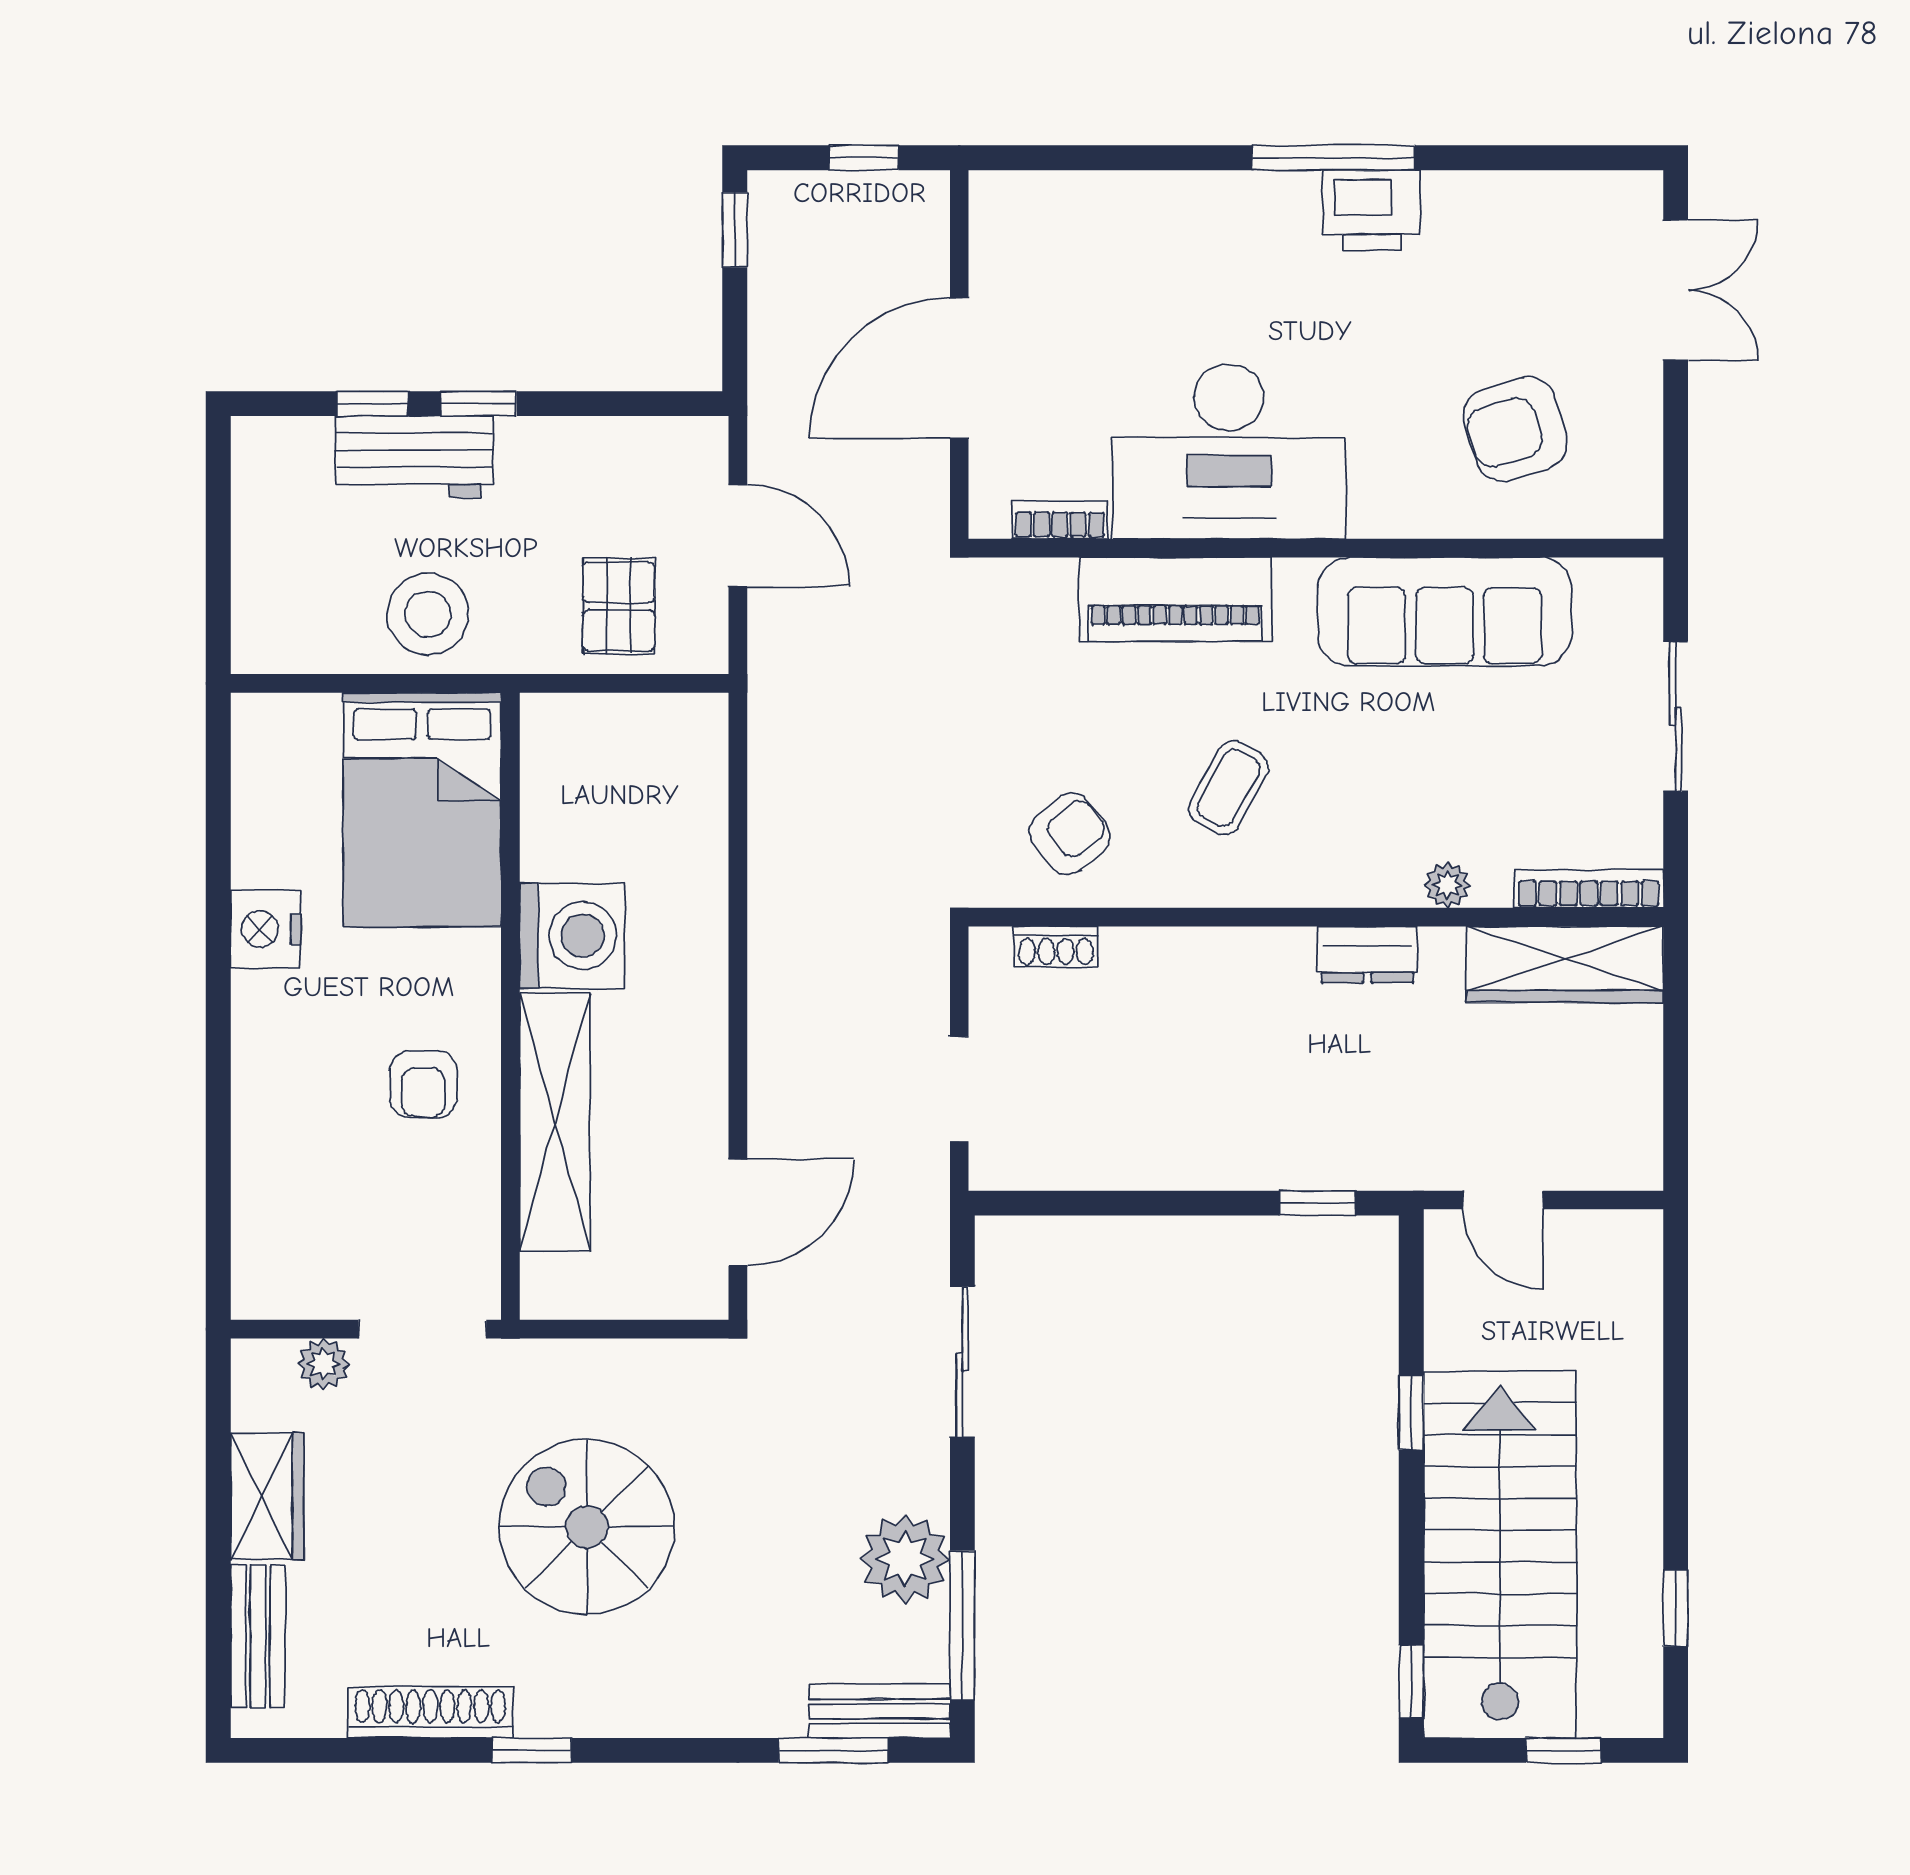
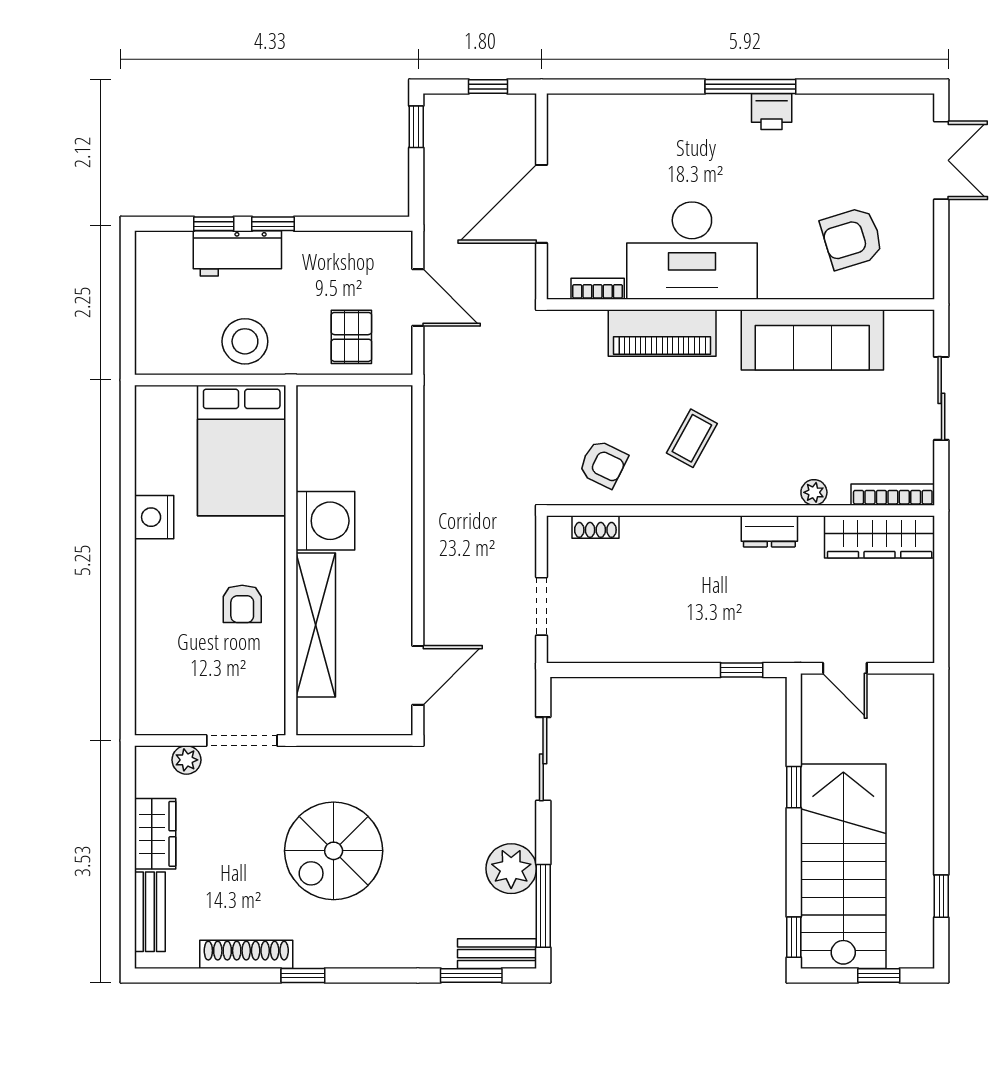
printer: (1372, 210) -> (772, 112), width x0.73, depth x0.81
armchair: (1070, 834) -> (603, 464), turned 65
spiral stairs: (587, 1527) -> (334, 851), turned -90

